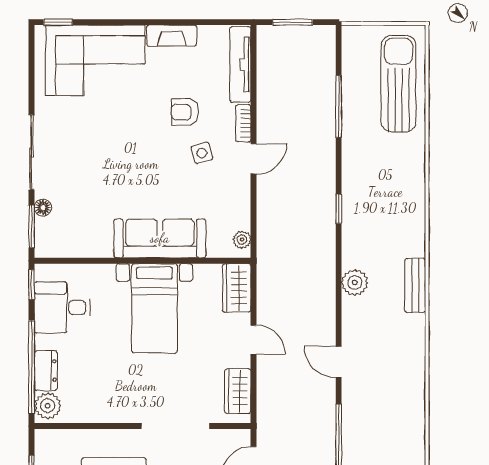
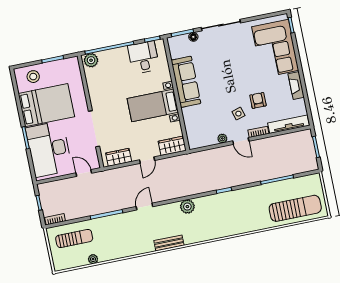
sofa: (160, 238) -> (186, 82), moved
plant: (242, 240) -> (222, 138), moved
bench: (415, 285) -> (169, 243), moved
dresser: (46, 371) -> (109, 55), removed

